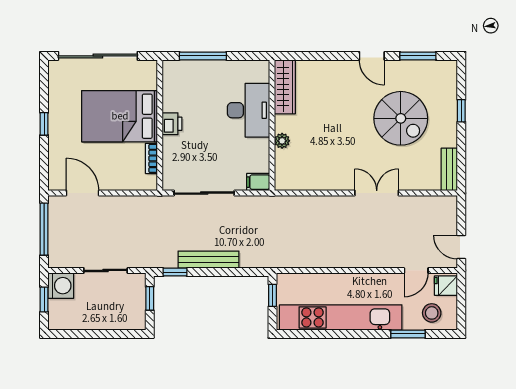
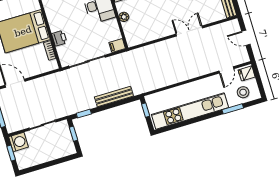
printer: (172, 124) -> (59, 38), moved
door: (461, 247) -> (246, 38), moved
bench: (208, 260) -> (114, 97), moved

